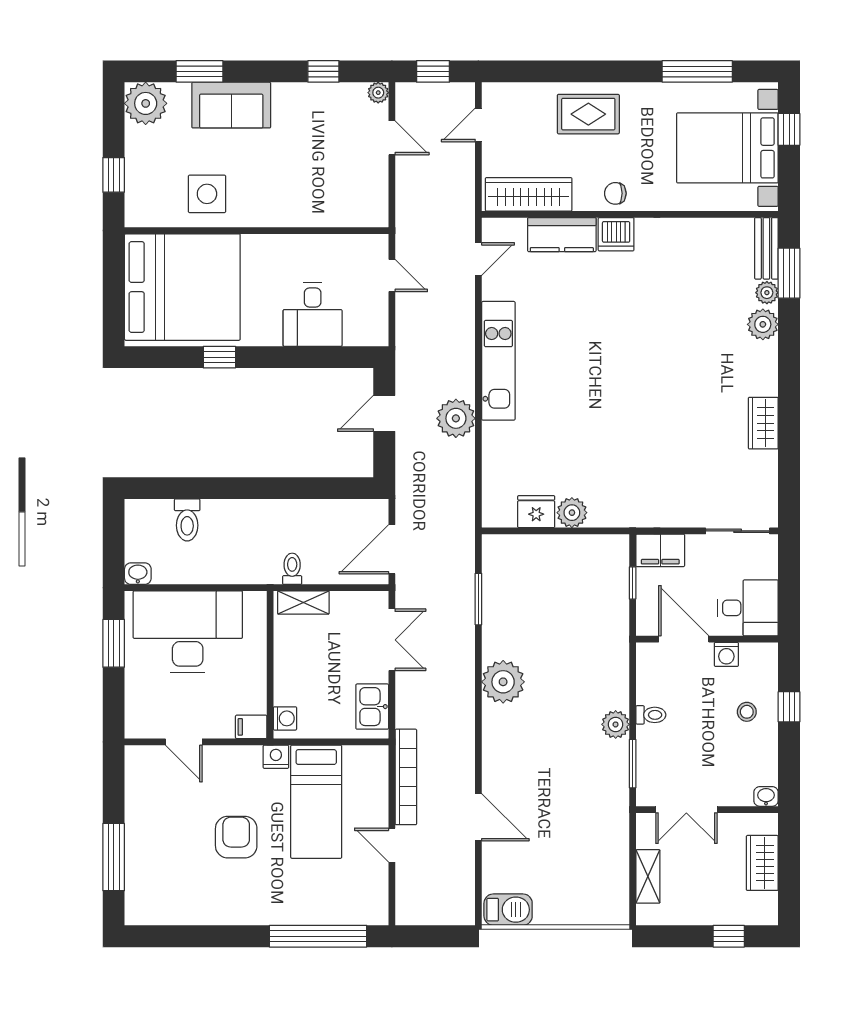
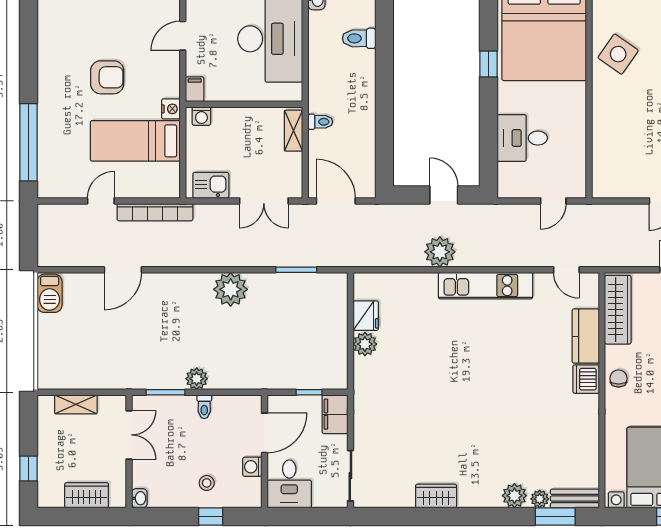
side table: (207, 194) -> (618, 54), turned 35
double door: (686, 810) -> (129, 435), swing flipped

